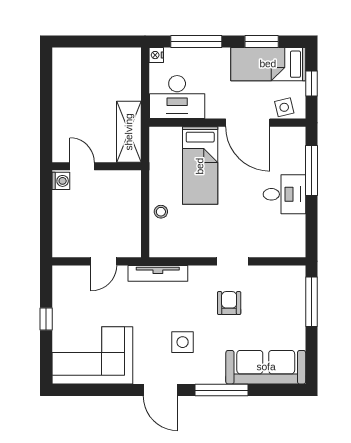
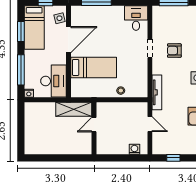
door: (82, 166) -> (94, 125), moved
washing machine: (61, 181) -> (134, 149), moved
desk: (284, 194) -> (136, 18), moved
window: (46, 319) -> (173, 158), moved

